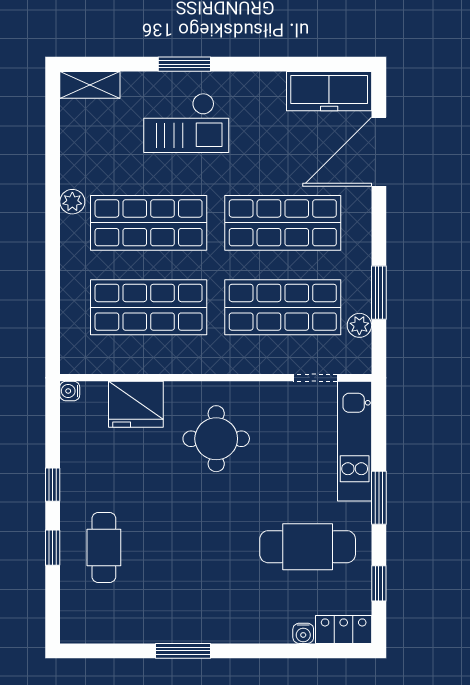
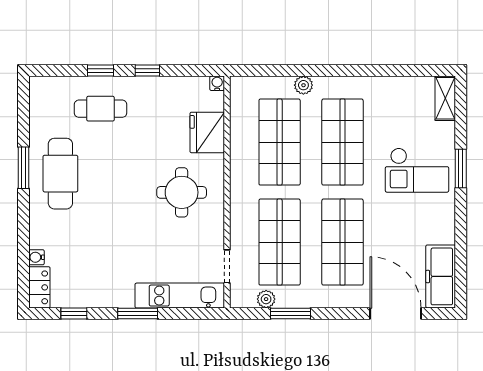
checkout: (186, 123) -> (417, 170), turned -90
plant: (72, 202) -> (303, 85), moved
cafe table: (308, 547) -> (60, 174), moved

